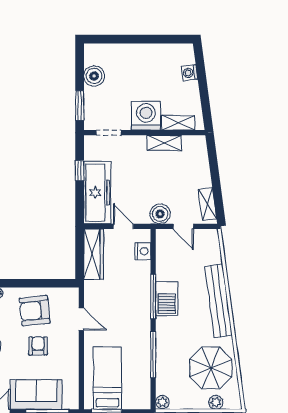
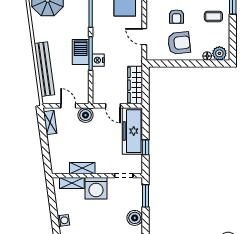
nightstand: (143, 251) -> (98, 60), moved
bench: (219, 301) -> (44, 69), moved

